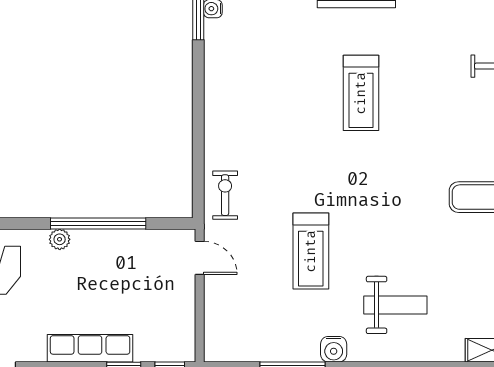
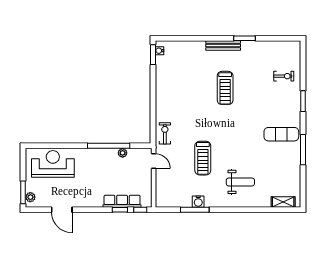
plant: (60, 239) -> (123, 153), moved
row of seats: (90, 348) -> (122, 201), moved
water cooler: (334, 349) -> (198, 202), moved

